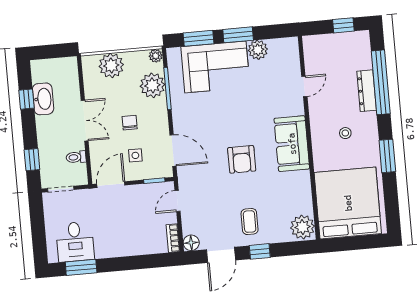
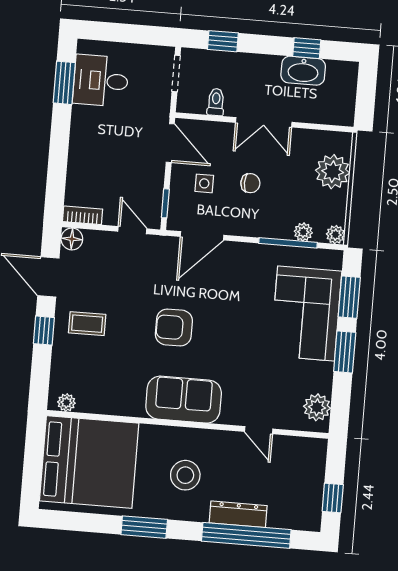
plant: (258, 50) -> (317, 407), moved
plant: (152, 85) -> (303, 232), width x0.53, depth x0.53
stool: (345, 133) -> (185, 475), width x1.89, depth x1.89
plant: (303, 227) -> (66, 403), width x0.53, depth x0.53

